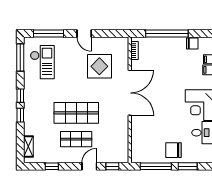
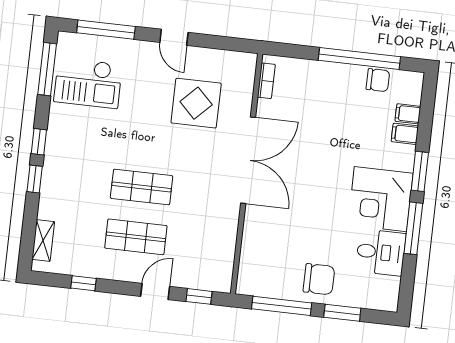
window: (167, 33) -> (359, 58), moved
checkout: (42, 62) -> (88, 83), turned 90
shop shelf: (76, 113) -> (142, 187), width x0.70, depth x0.74
chair: (174, 150) -> (319, 279), turned 180

